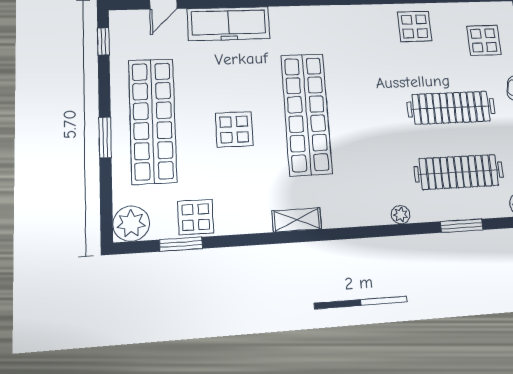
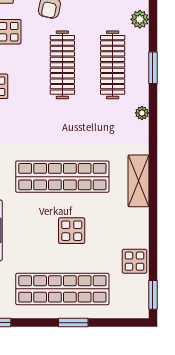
shelving: (297, 220) -> (138, 181), width x1.50, depth x1.33
plant: (131, 224) -> (136, 306), removed
window: (181, 244) -> (153, 295), moved

